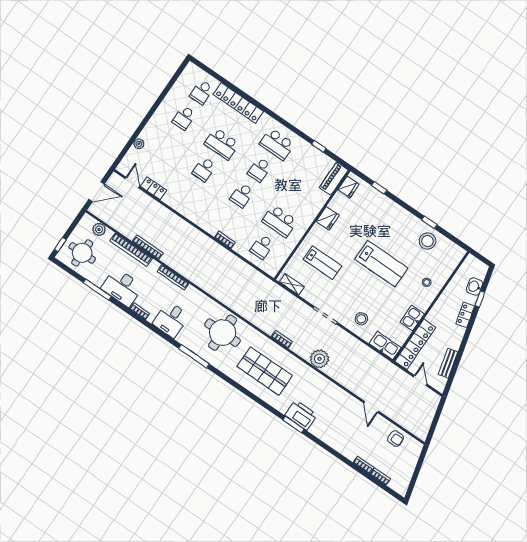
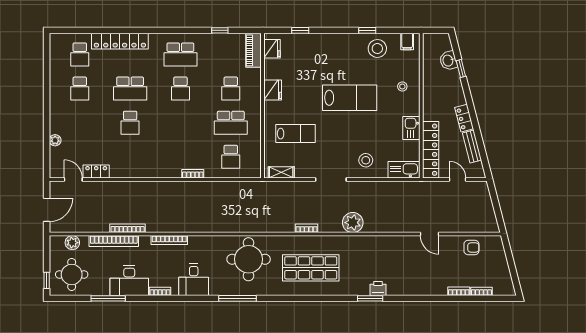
school desk: (242, 195) -> (231, 89), moved
filing cabinet: (453, 251) -> (407, 42), added
locker: (465, 315) -> (464, 118), moved
printer: (301, 415) -> (378, 288), width x0.53, depth x0.68

